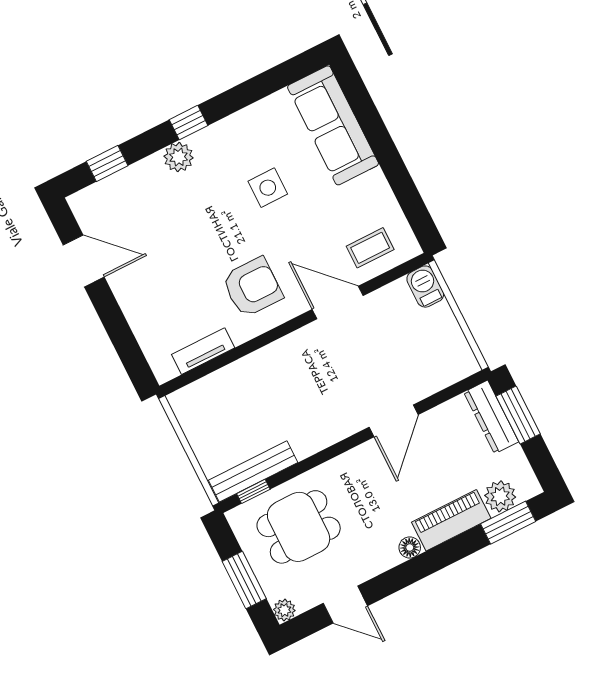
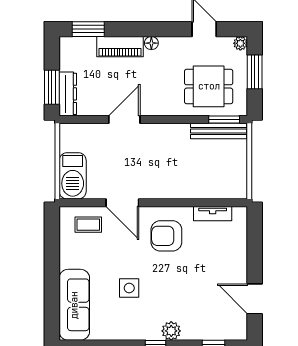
barbecue: (425, 287) -> (73, 176), width x1.88, depth x1.53
window: (253, 491) -> (224, 120), width x1.50
plant: (500, 496) -> (85, 46), removed

